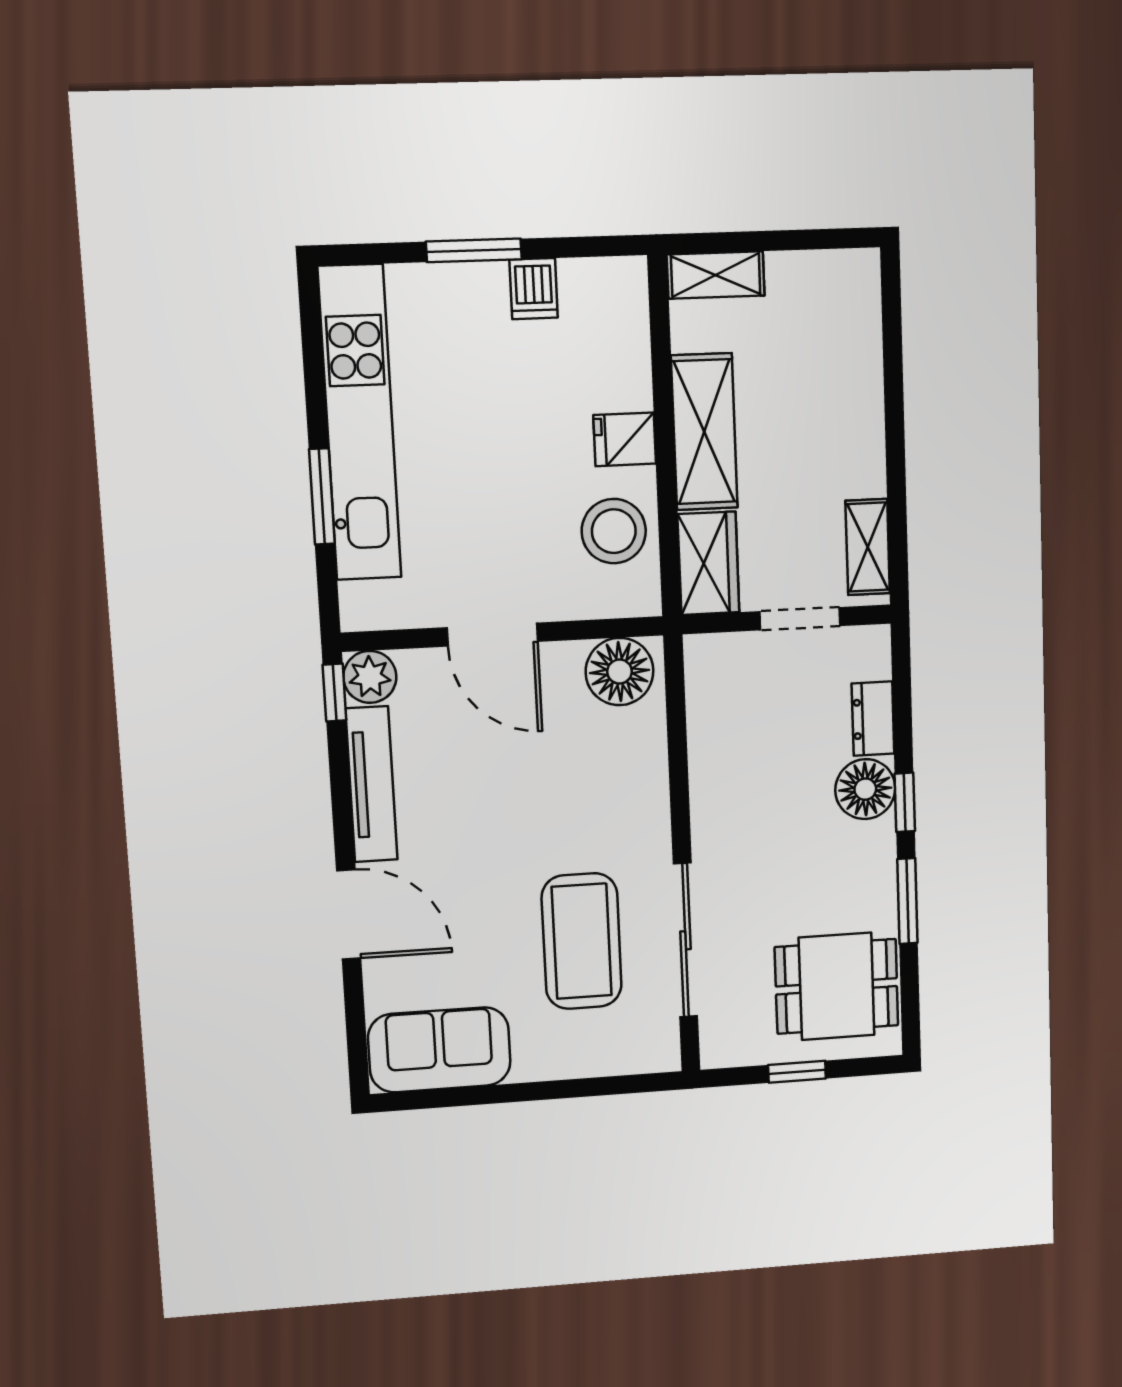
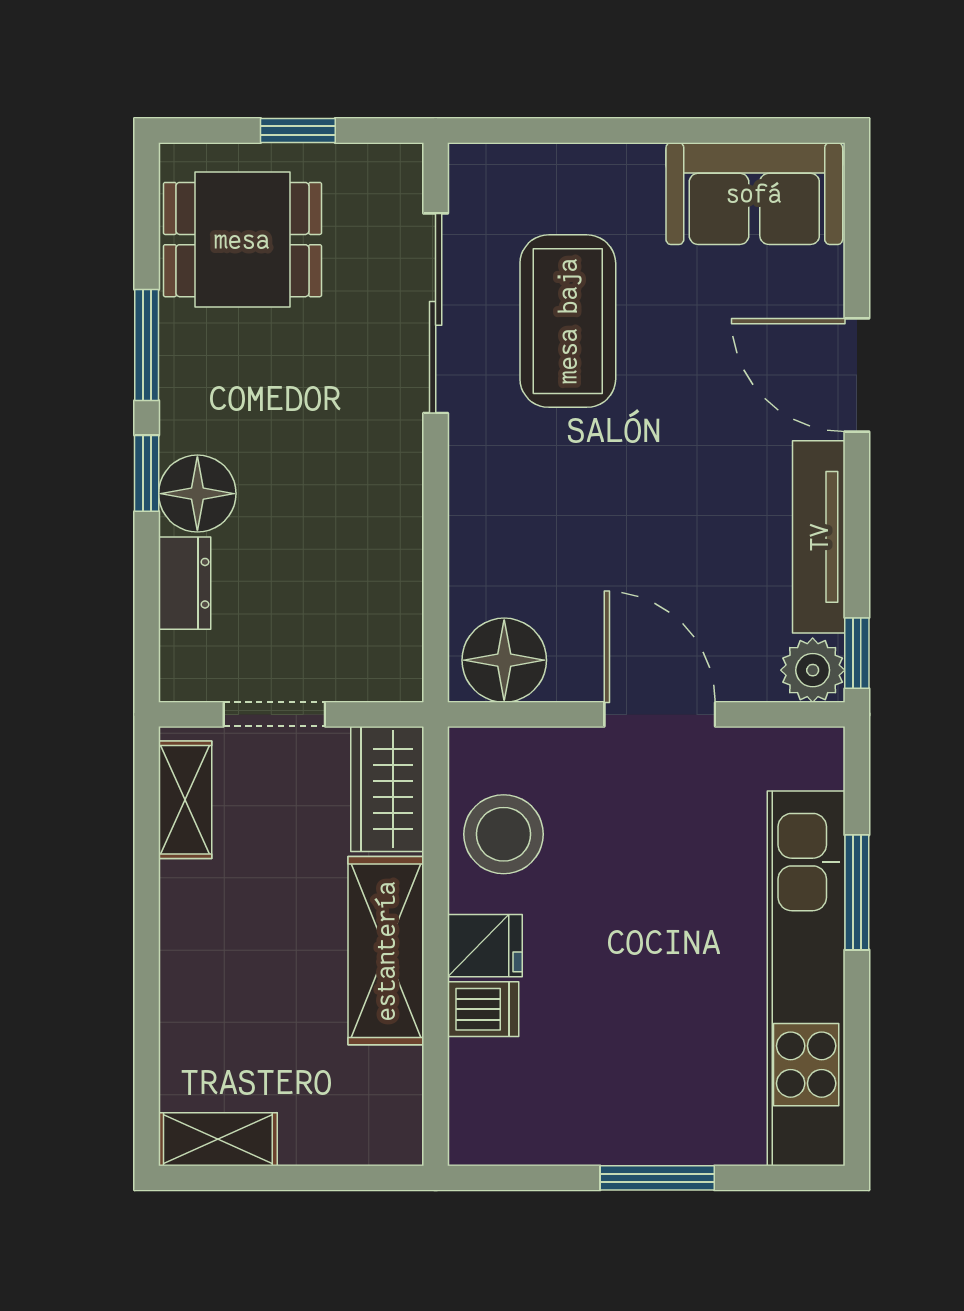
shelving: (716, 275) -> (218, 1139), moved
dishwasher: (534, 289) -> (483, 1009), moved, turned 90

